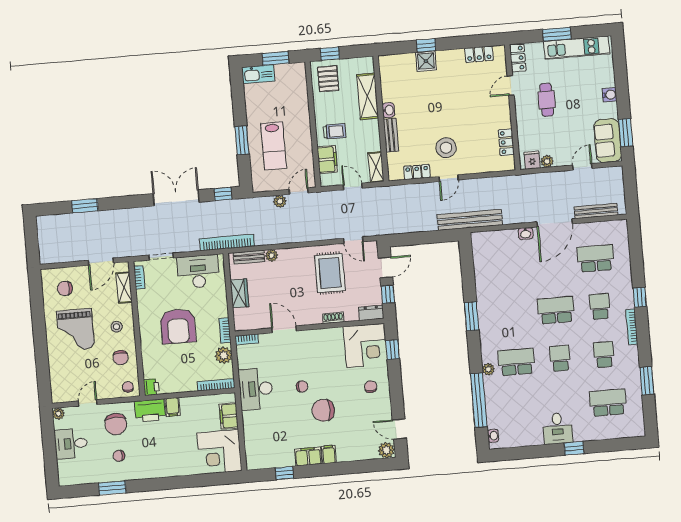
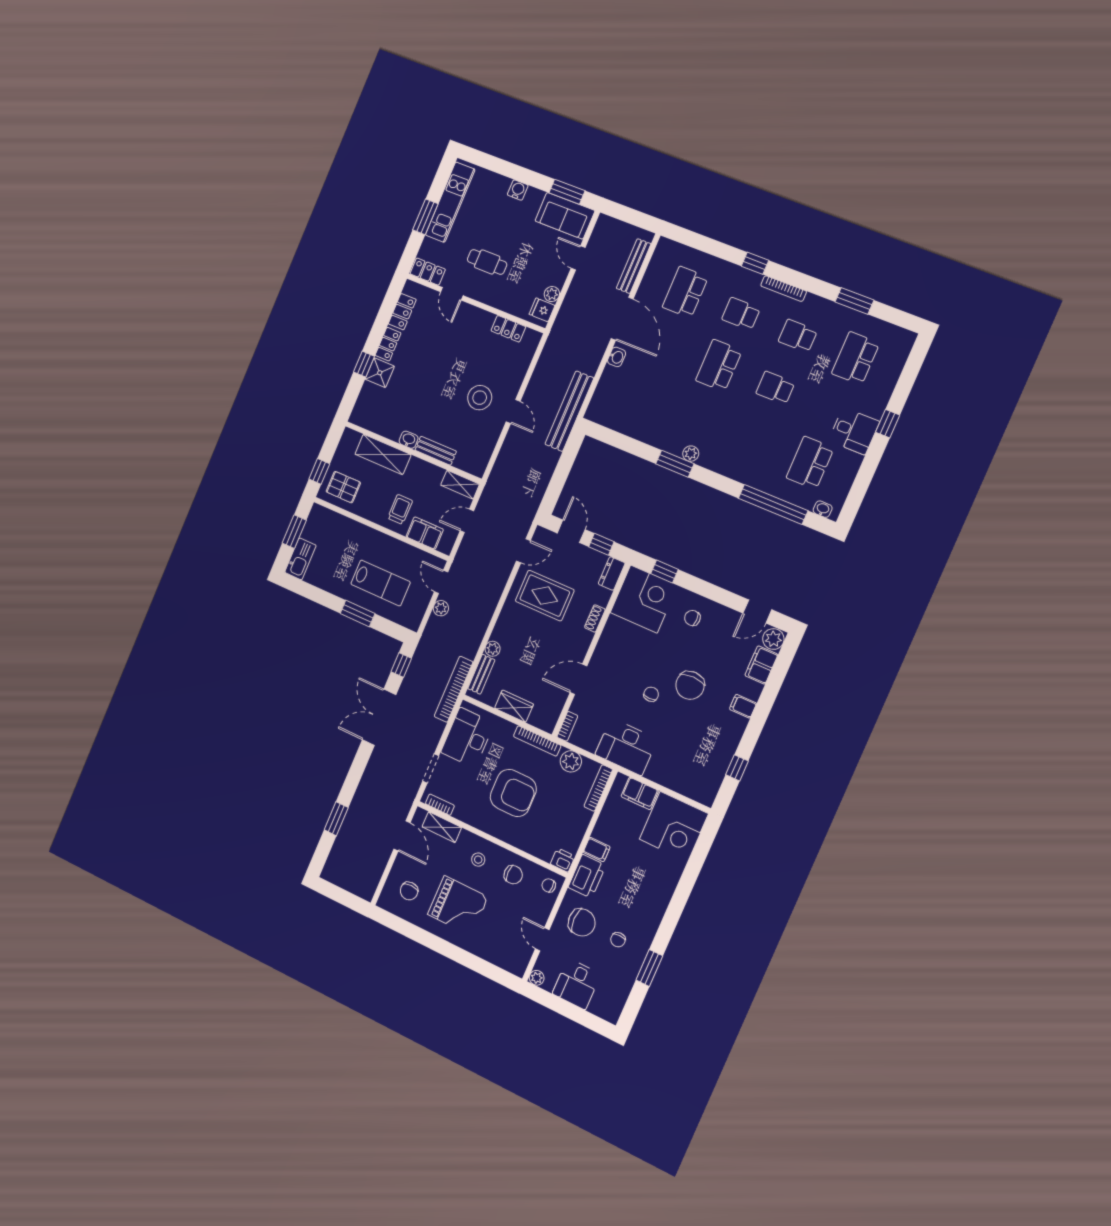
locker: (417, 172) -> (388, 344), moved, turned 180
bookcase: (225, 330) -> (537, 741), width x1.56
school desk: (516, 362) -> (810, 463), moved
plant: (488, 369) -> (691, 454), moved
filing cabinet: (308, 456) -> (761, 665), moved

